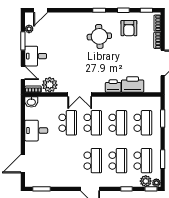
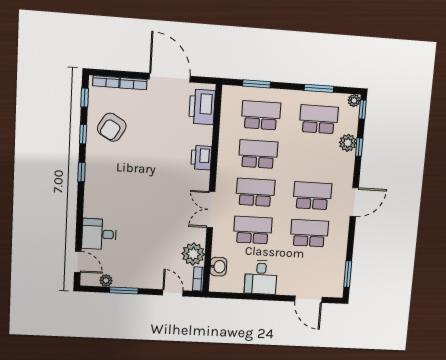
armchair: (129, 28) -> (112, 127), turned 120
round table: (99, 36) -> (123, 174), removed
desk: (36, 56) -> (99, 234), moved, turned 90
door: (23, 73) -> (173, 293), hinge flipped
printer: (133, 85) -> (202, 107), moved
double door: (80, 94) -> (211, 210), swing flipped
washbasin: (31, 102) -> (218, 267), moved
school desk: (118, 161) -> (309, 233), moved
plant: (146, 181) -> (348, 143), moved

